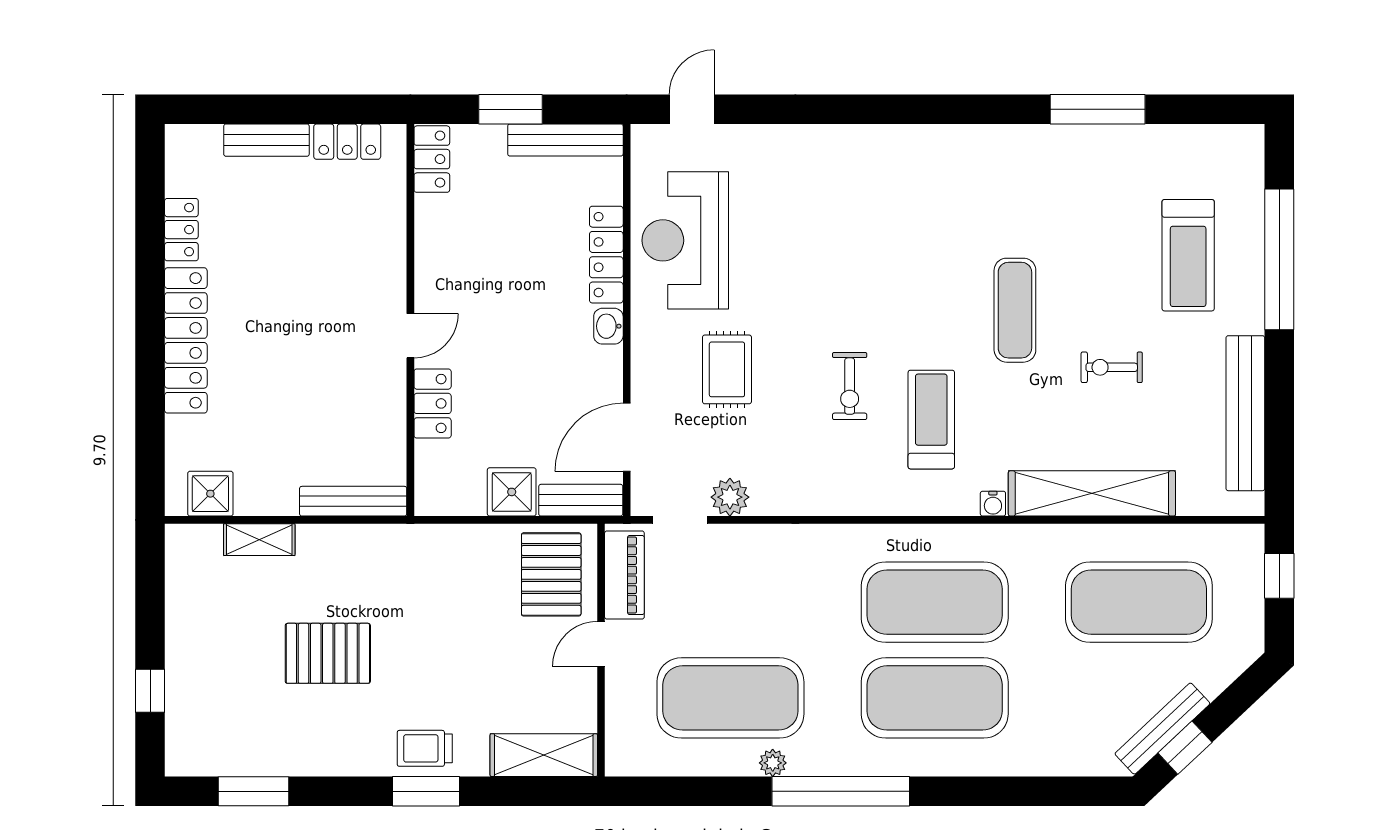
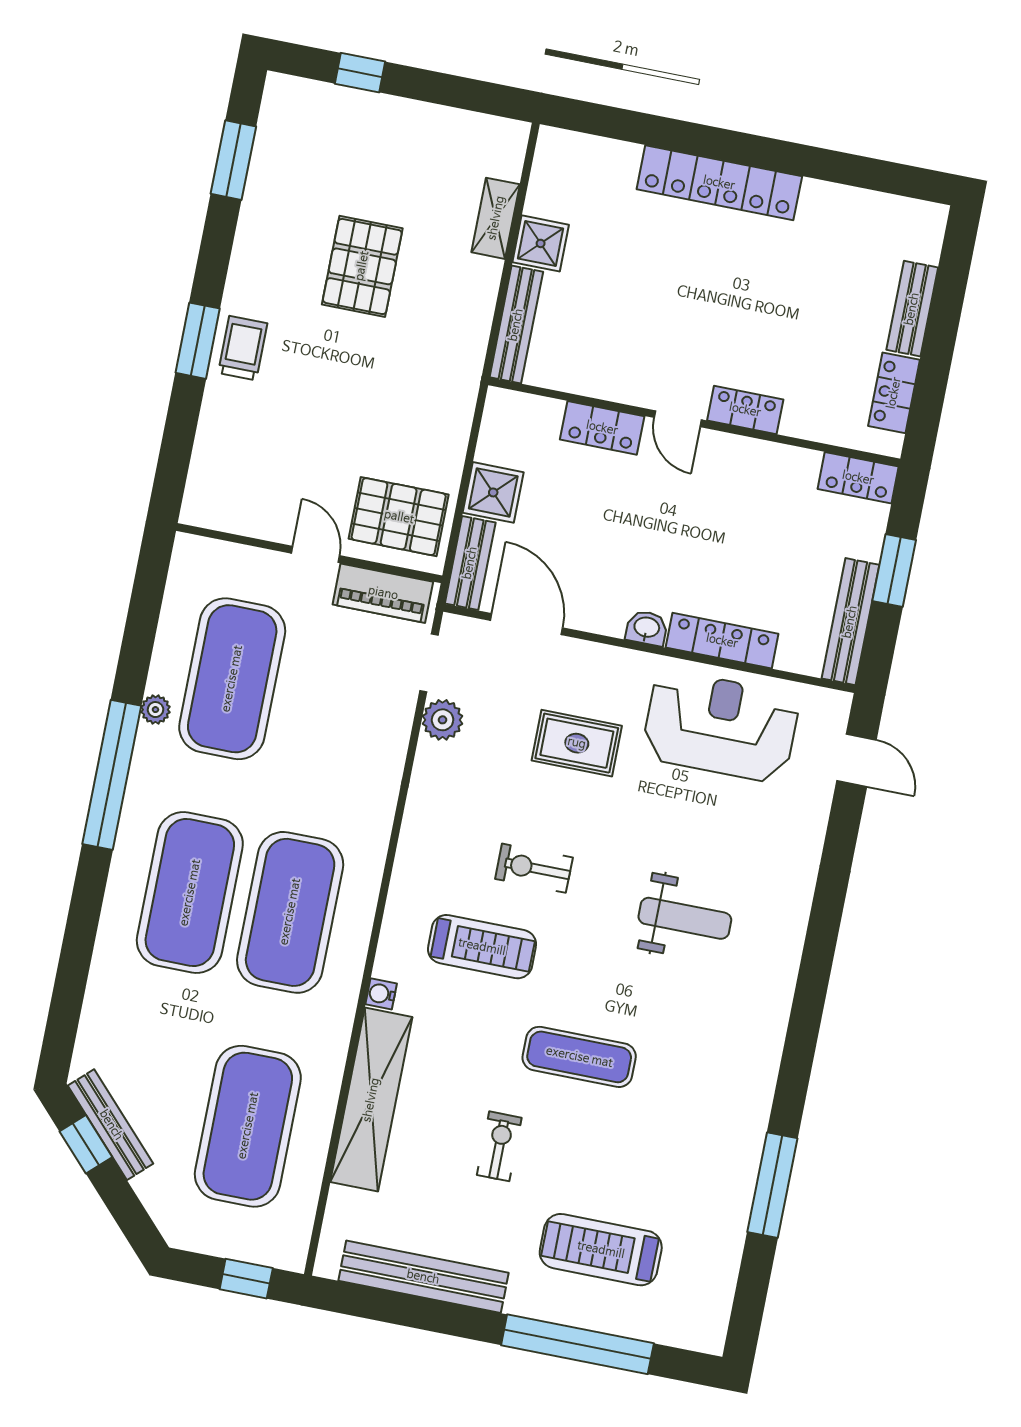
locker: (181, 230) -> (745, 410), moved, turned 180
weight bench: (868, 238) -> (685, 918), added
shower: (210, 494) -> (541, 243), moved
shelving: (544, 755) -> (211, 471), removed

